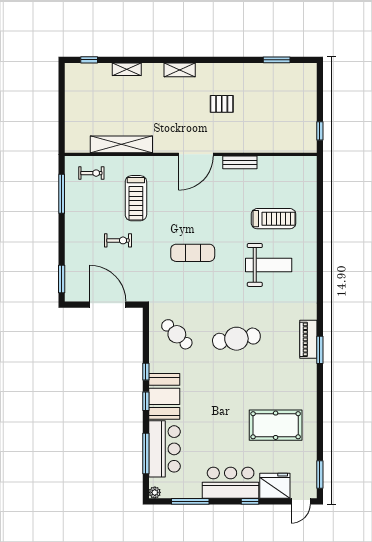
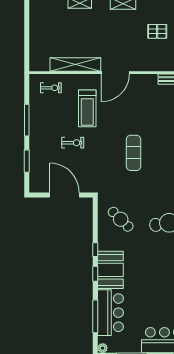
door: (196, 154) -> (115, 73), moved
window: (62, 194) -> (27, 120), moved
exercise mat: (193, 253) -> (134, 153), turned 90
window: (62, 279) -> (27, 161), moved

